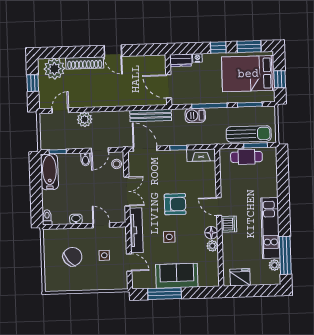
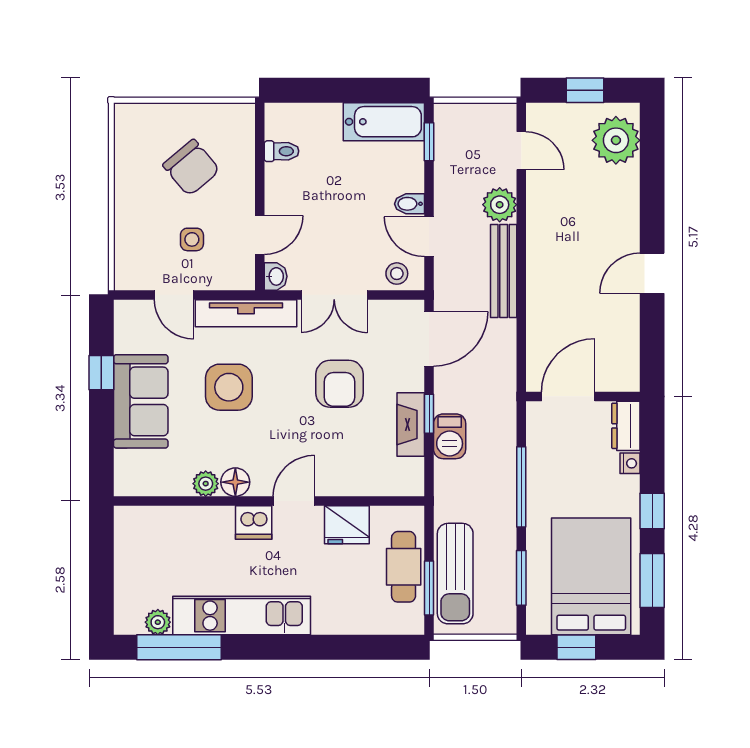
shoe rack: (85, 63) -> (627, 209), removed
barbecue: (195, 115) -> (450, 436), moved, turned 180
bench: (151, 116) -> (504, 271), moved
fireplace: (201, 155) -> (411, 425), moved
armchair: (175, 204) -> (340, 384), moved
toilet: (47, 217) -> (282, 151), moved
washbasin: (76, 219) -> (276, 276), moved
side table: (169, 237) -> (229, 387), width x1.87, depth x1.87
door: (129, 263) -> (174, 295), hinge flipped
fridge: (240, 277) -> (347, 525), moved, turned 90
window: (165, 294) -> (101, 373), width x0.46

